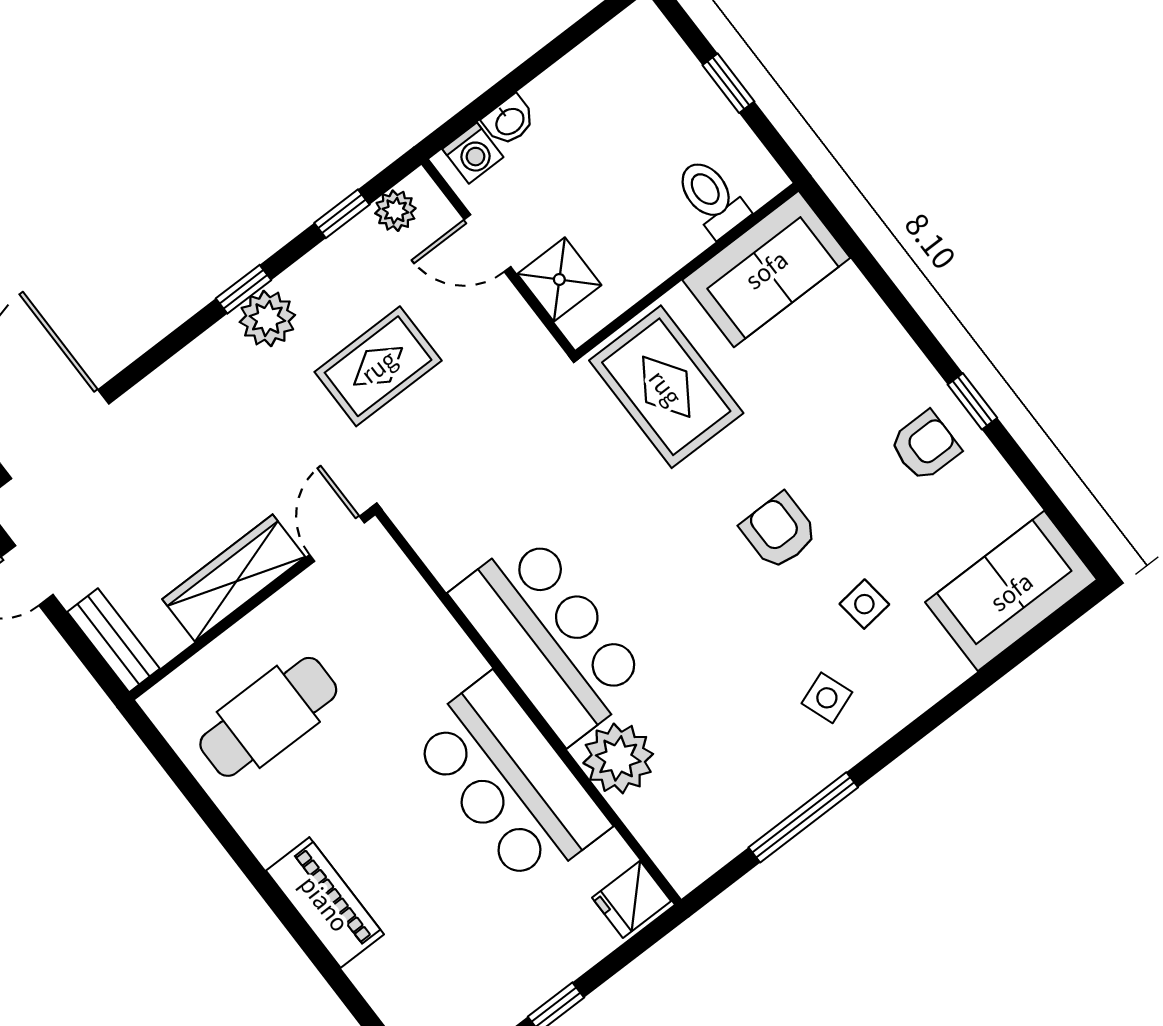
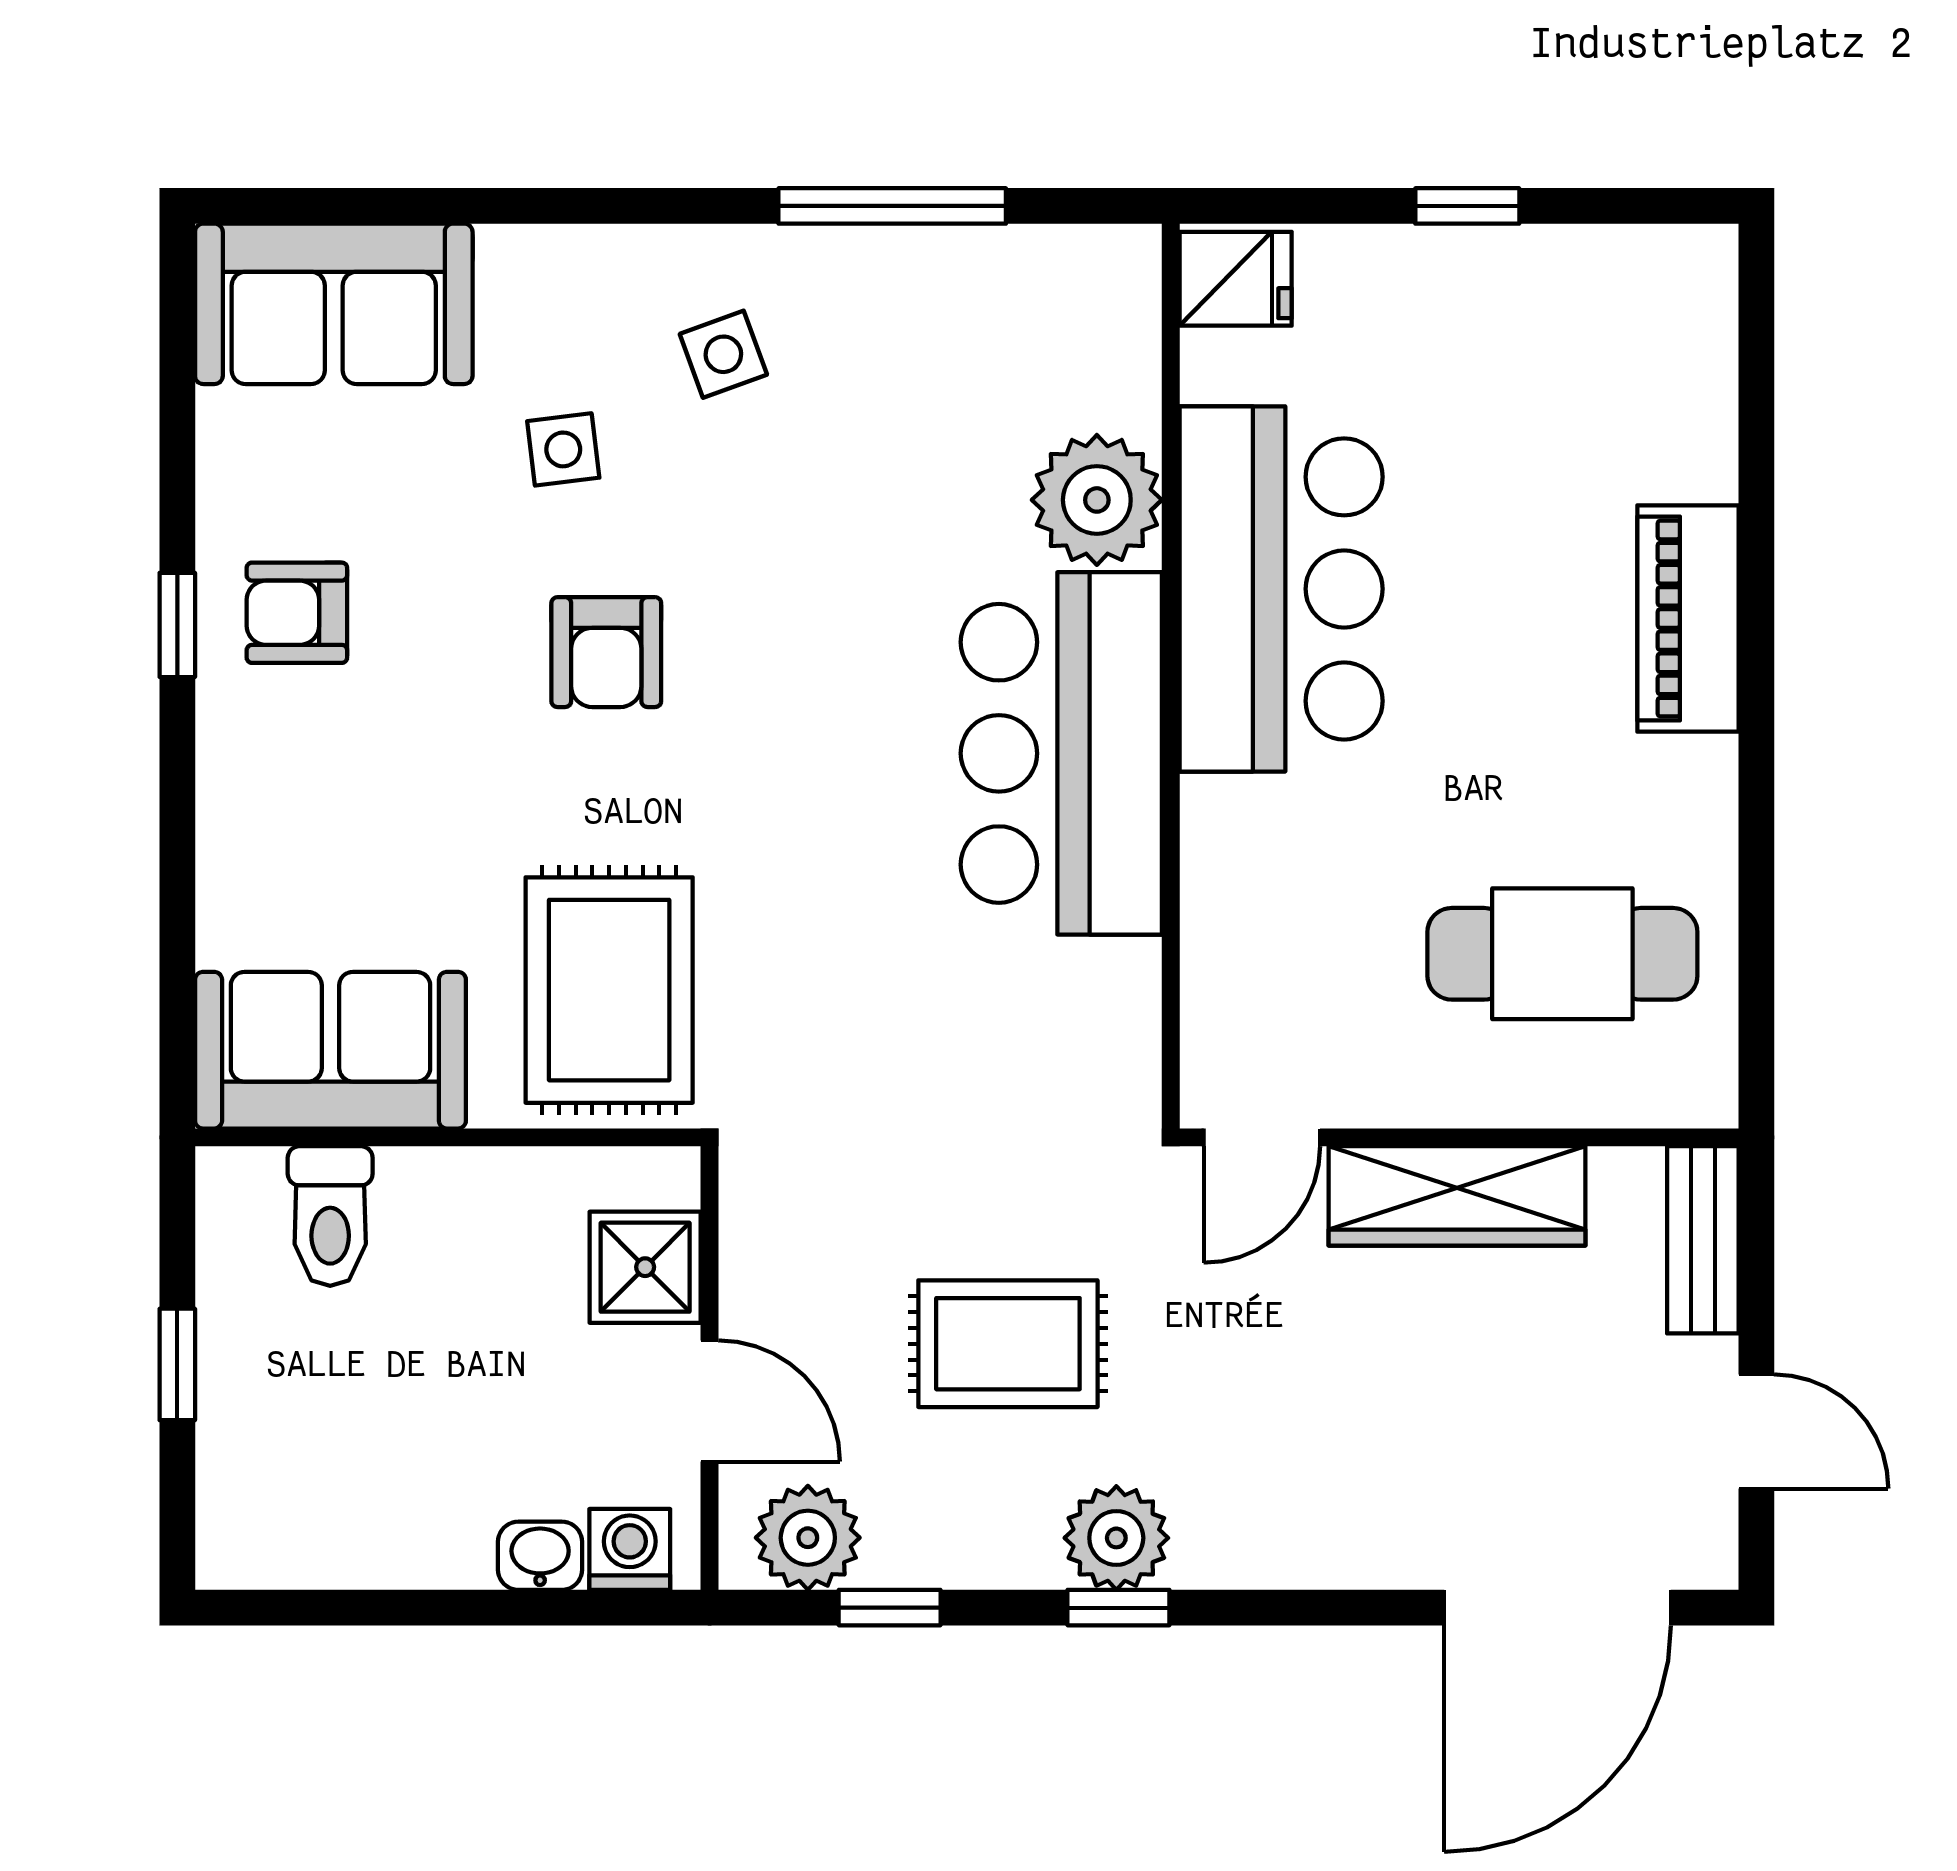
plant: (395, 211) -> (808, 1538), width x1.38, depth x1.38

